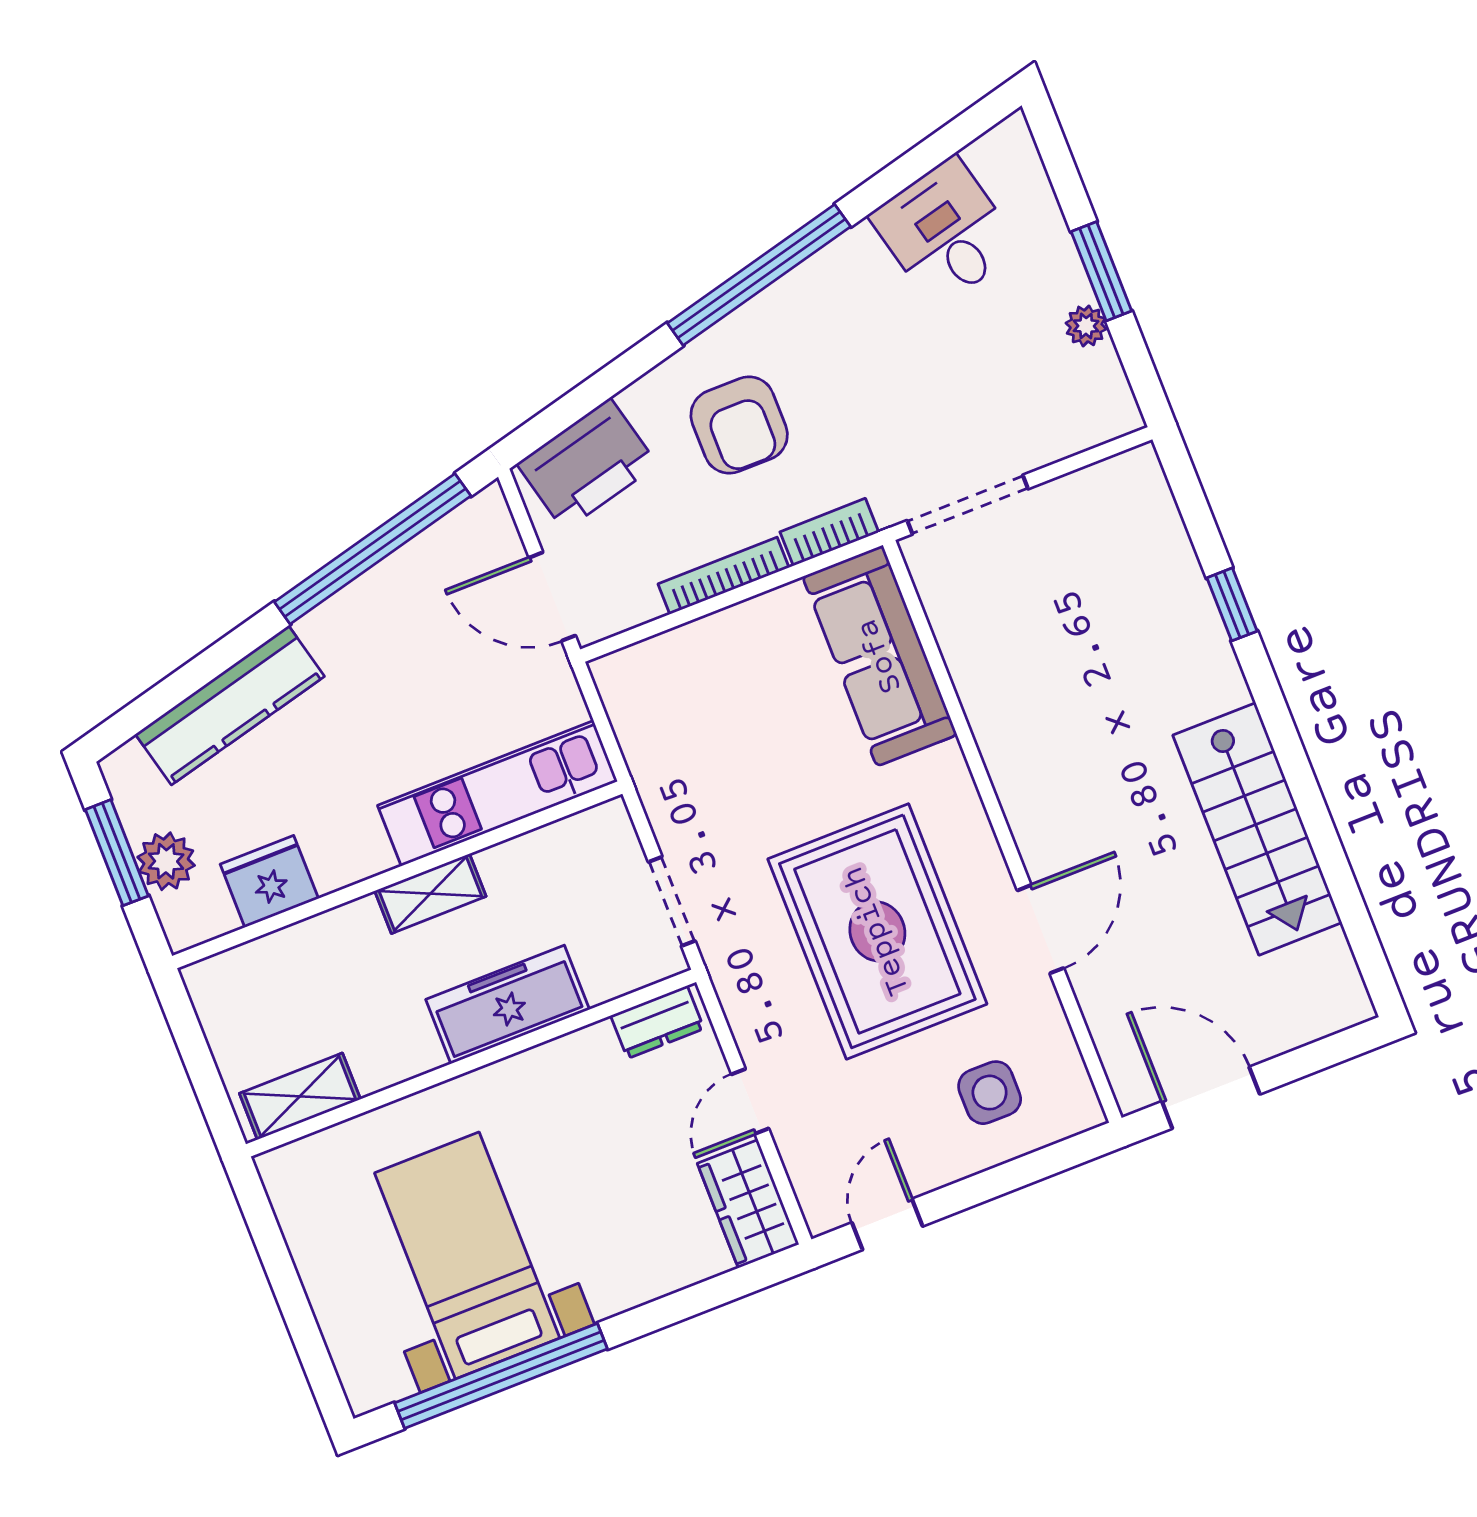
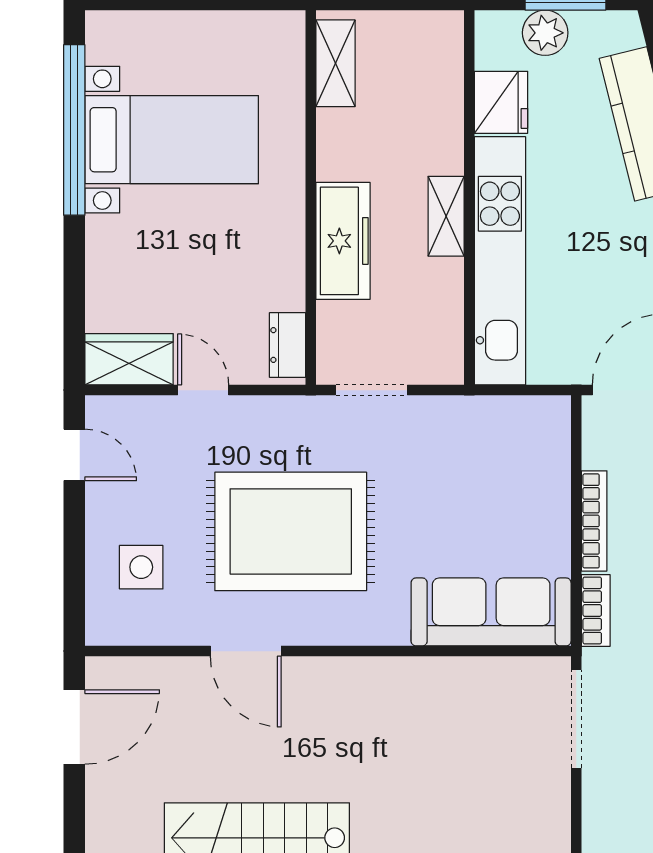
kitchen unit: (498, 793) -> (500, 261), width x1.36

